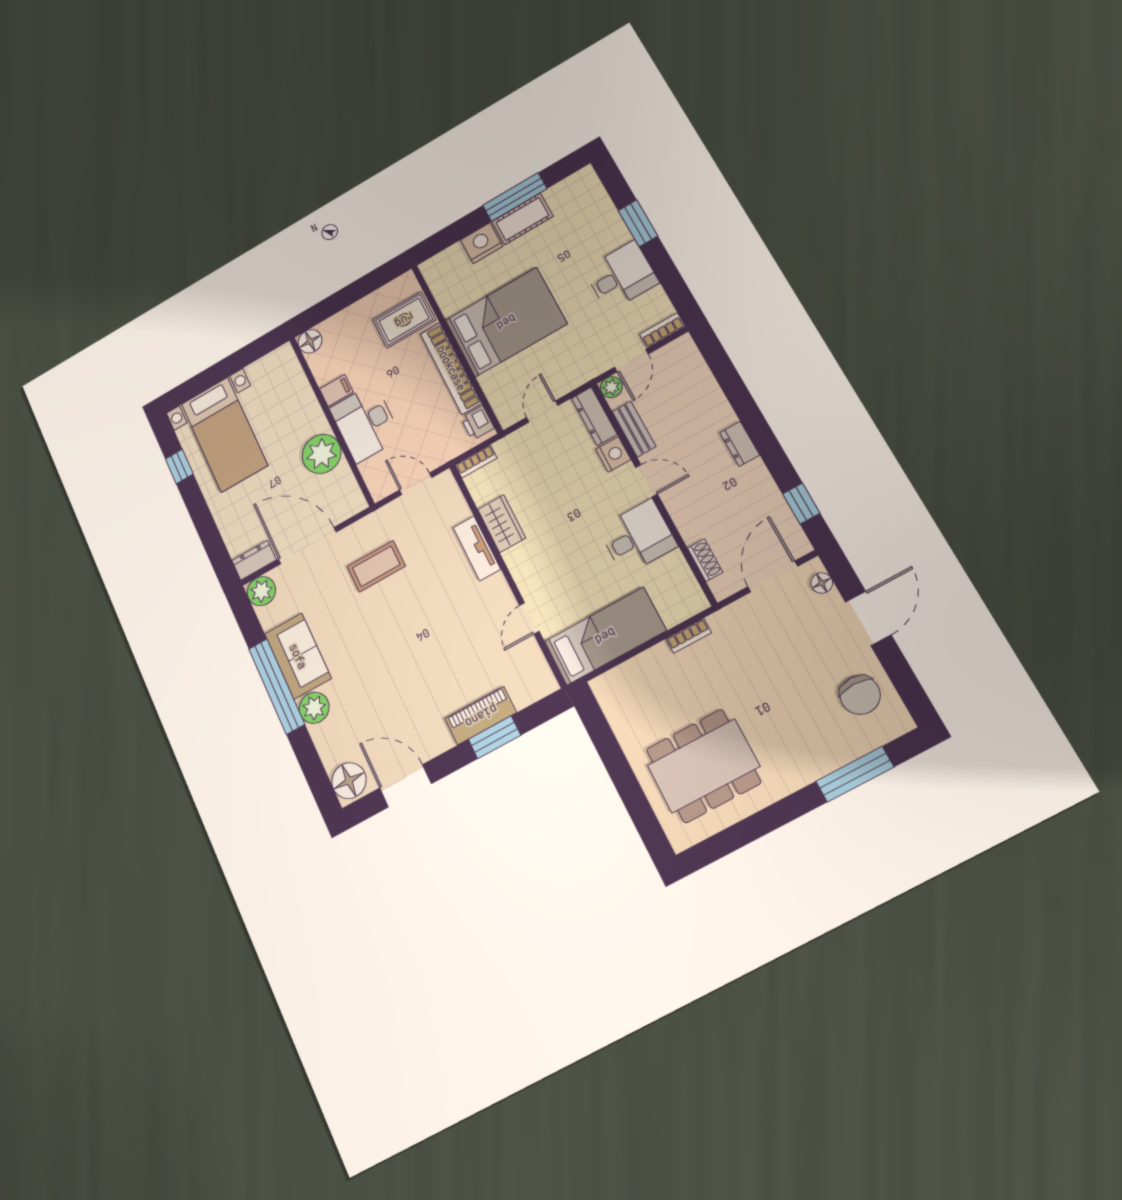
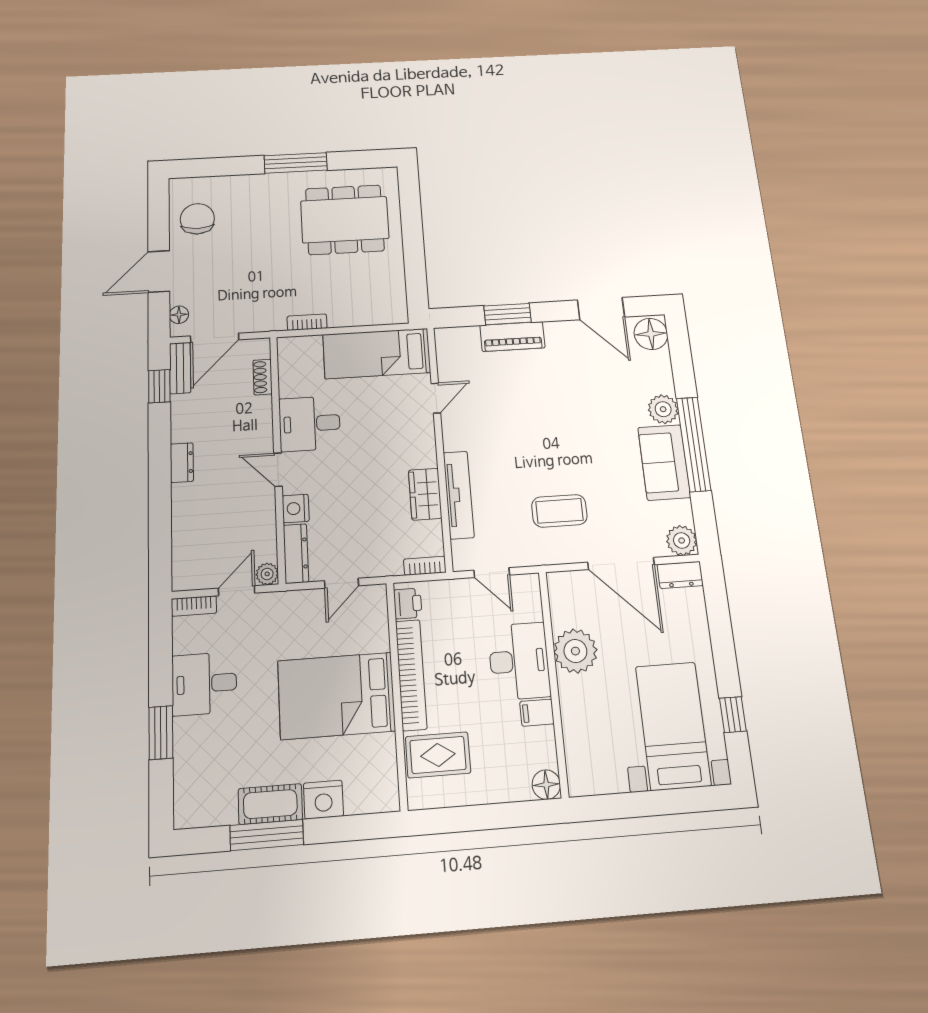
bench: (634, 429) -> (180, 368), moved
tv unit: (477, 548) -> (459, 495), width x1.41
window: (855, 774) -> (296, 163), moved

